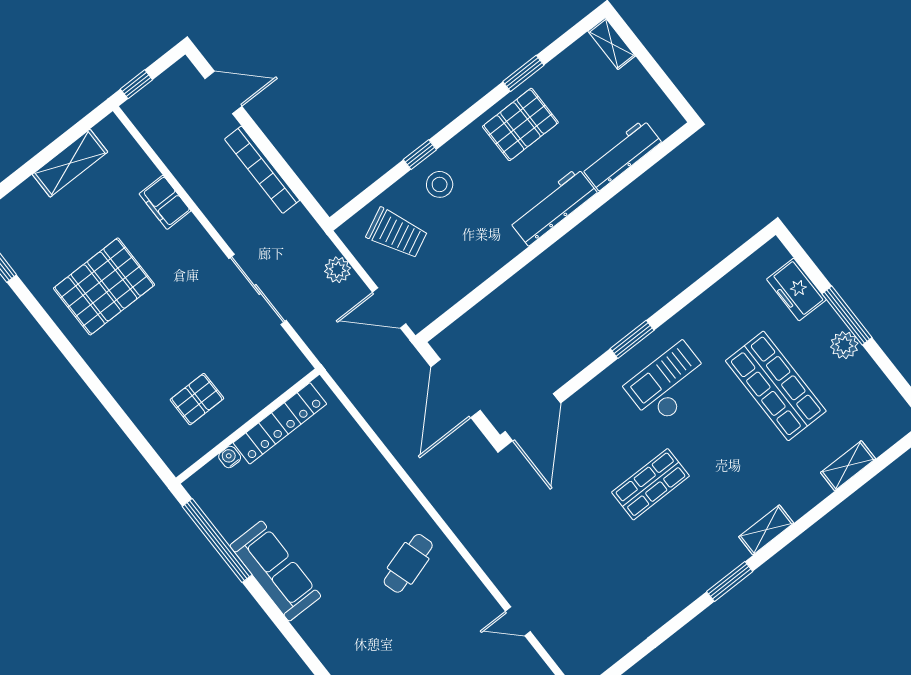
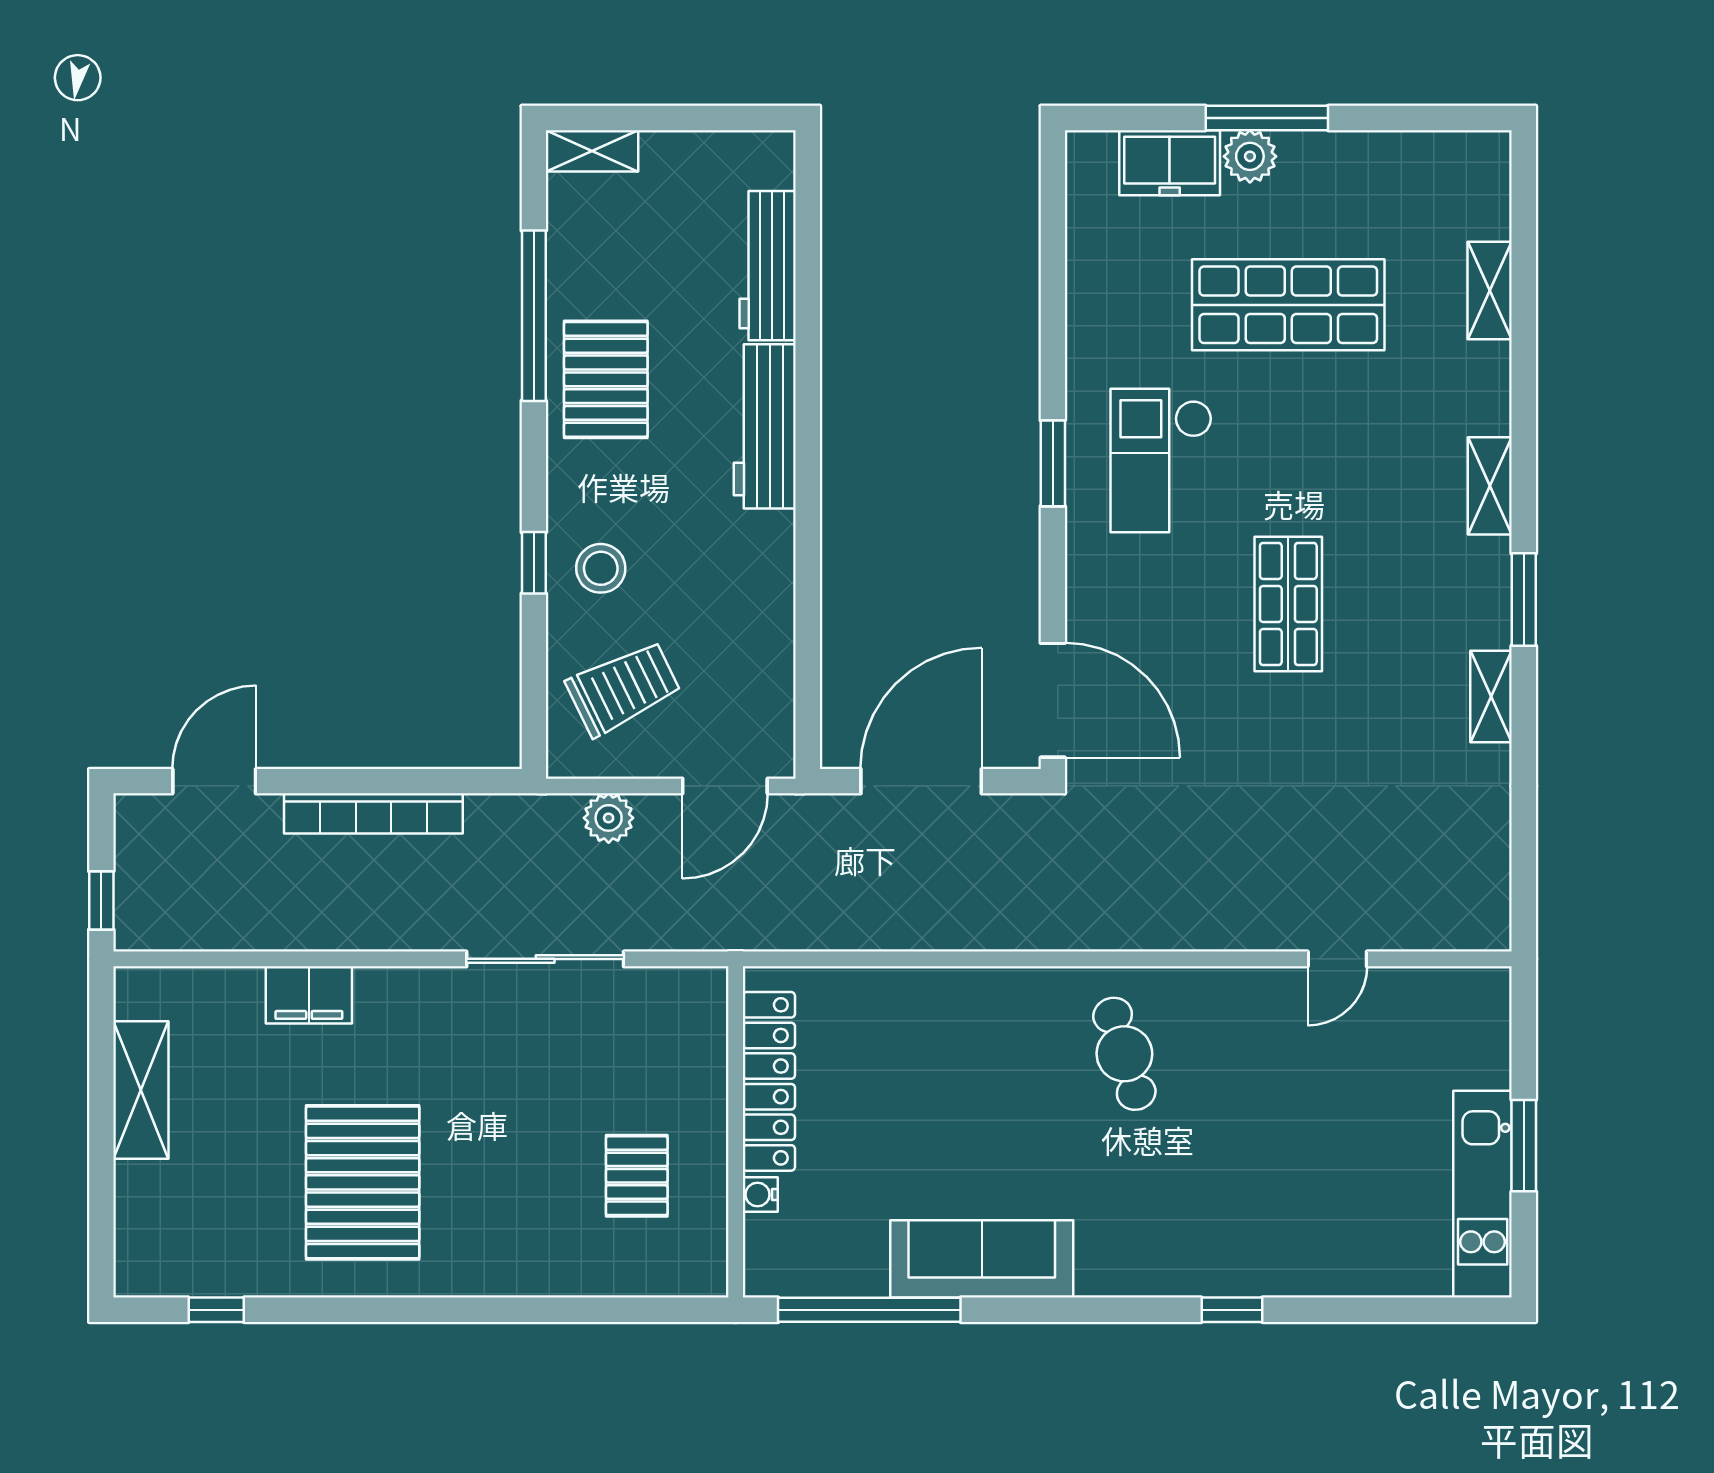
window: (523, 73) -> (534, 316), width x2.11
plant: (844, 345) -> (1250, 156), moved
door: (456, 389) -> (921, 781), swing flipped
shelving: (678, 600) -> (1491, 697), added

